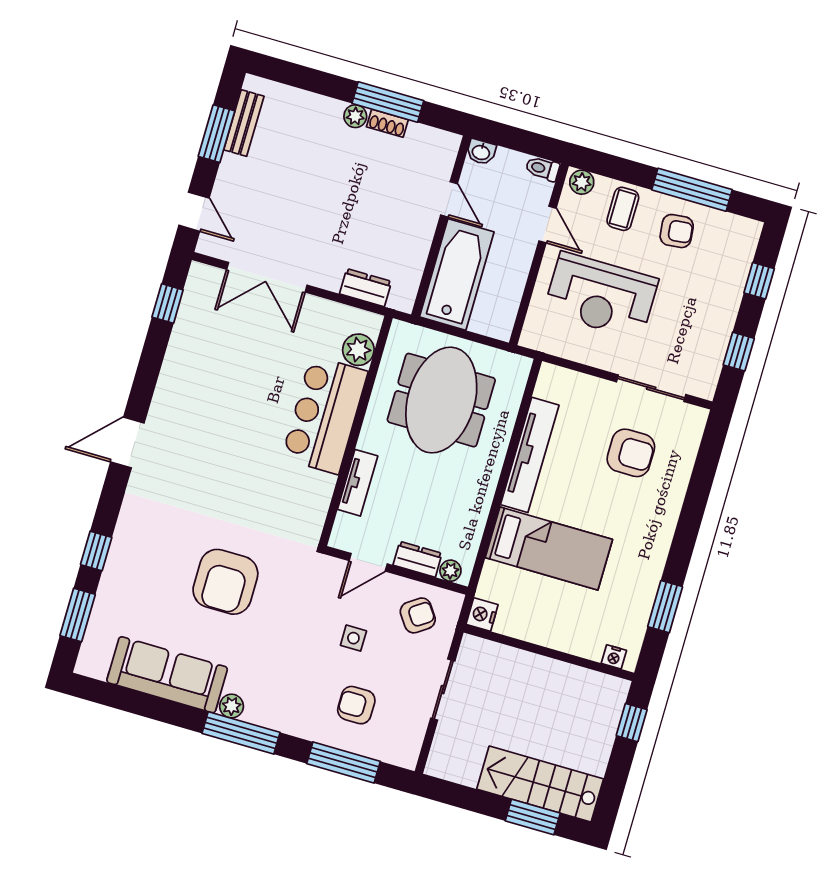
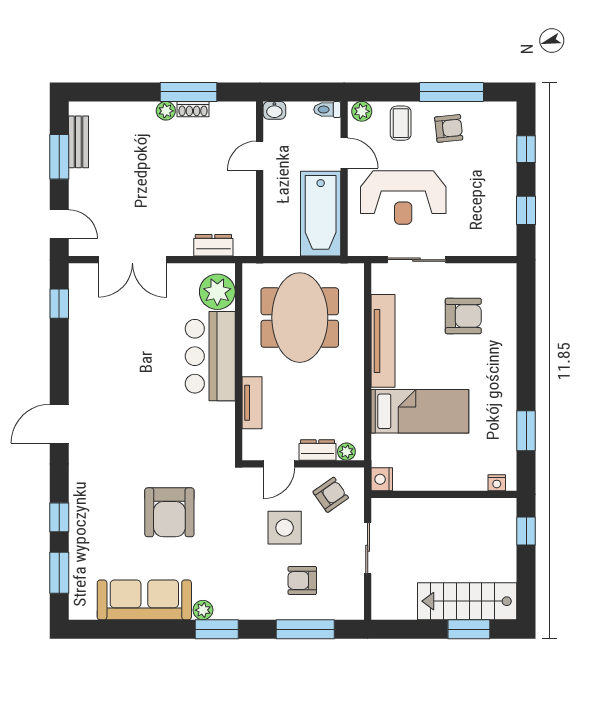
door: (449, 199) -> (260, 156), swing flipped
bathtub: (457, 274) -> (321, 214), moved, turned 180
plant: (358, 350) -> (217, 292), width x1.36, depth x1.36
sliding door: (651, 388) -> (417, 260), moved
side table: (353, 638) -> (285, 528), width x1.87, depth x1.87
window: (241, 733) -> (217, 629), width x0.69

